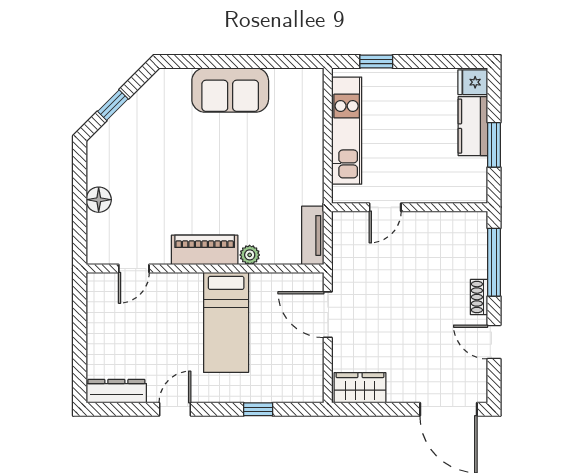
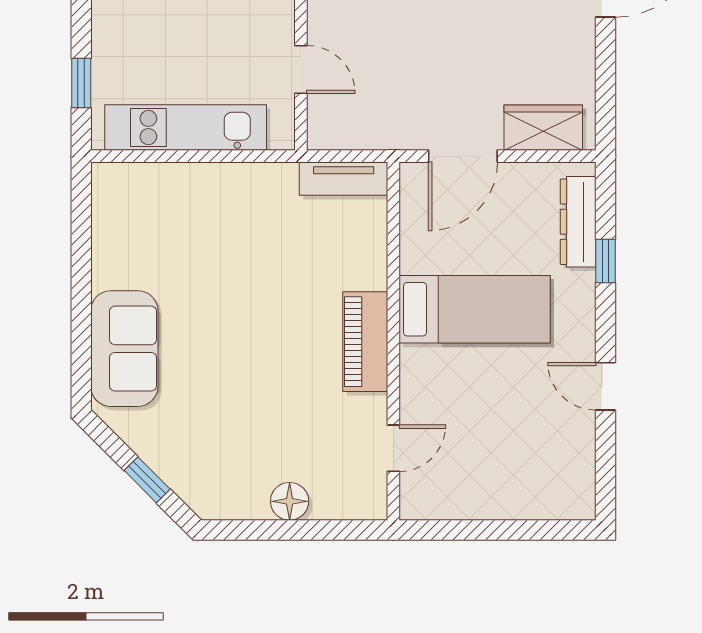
sofa: (230, 90) -> (124, 349), moved
plant: (250, 255) -> (373, 274), removed
door: (134, 269) -> (393, 448), hinge flipped
wardrobe: (360, 388) -> (543, 128), moved, turned 90
dresser: (116, 391) -> (578, 222), moved

